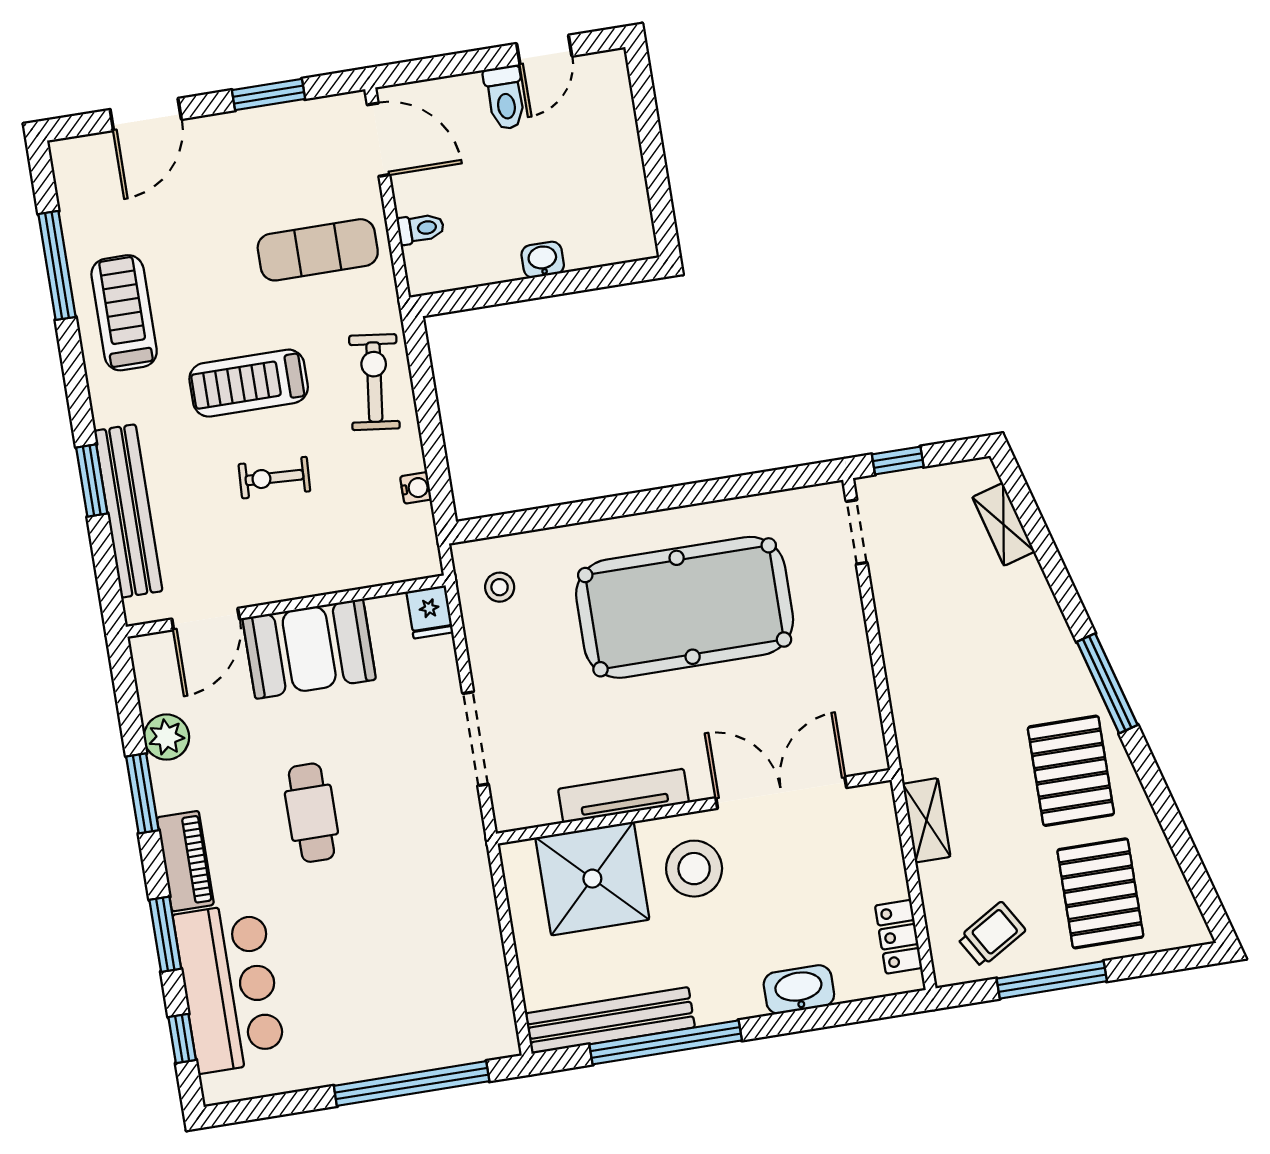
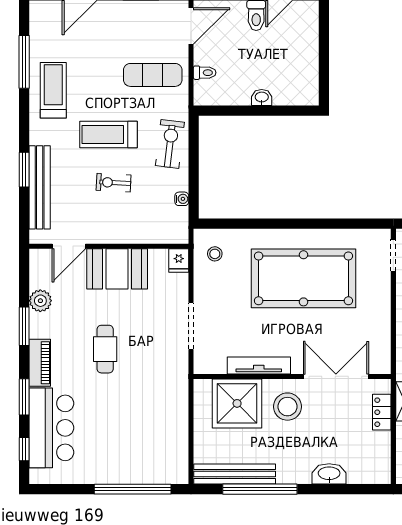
door: (379, 140) -> (191, 26), hinge flipped
locker: (899, 937) -> (382, 412), moved

